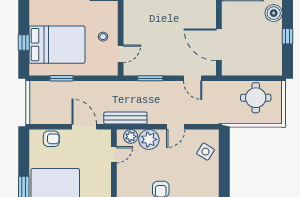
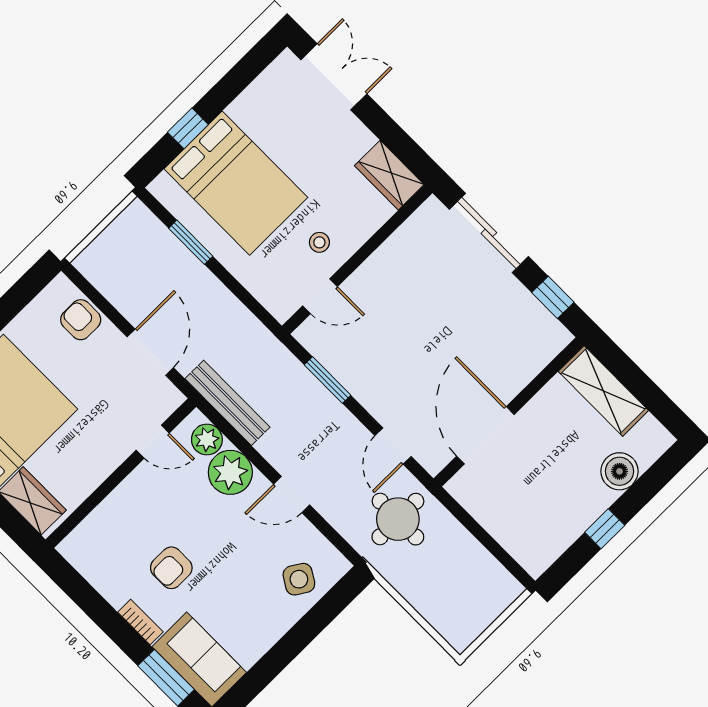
round table: (256, 98) -> (398, 519), moved
armchair: (51, 139) -> (81, 320), turned 180

